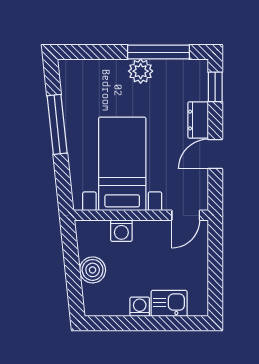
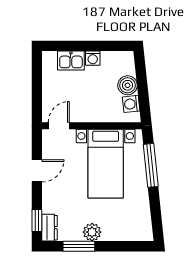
window: (158, 52) -> (79, 246), width x0.69
dresser: (198, 120) -> (50, 228), moved
window: (57, 124) -> (151, 165), moved
washing machine: (121, 231) -> (131, 104), moved, turned -96

